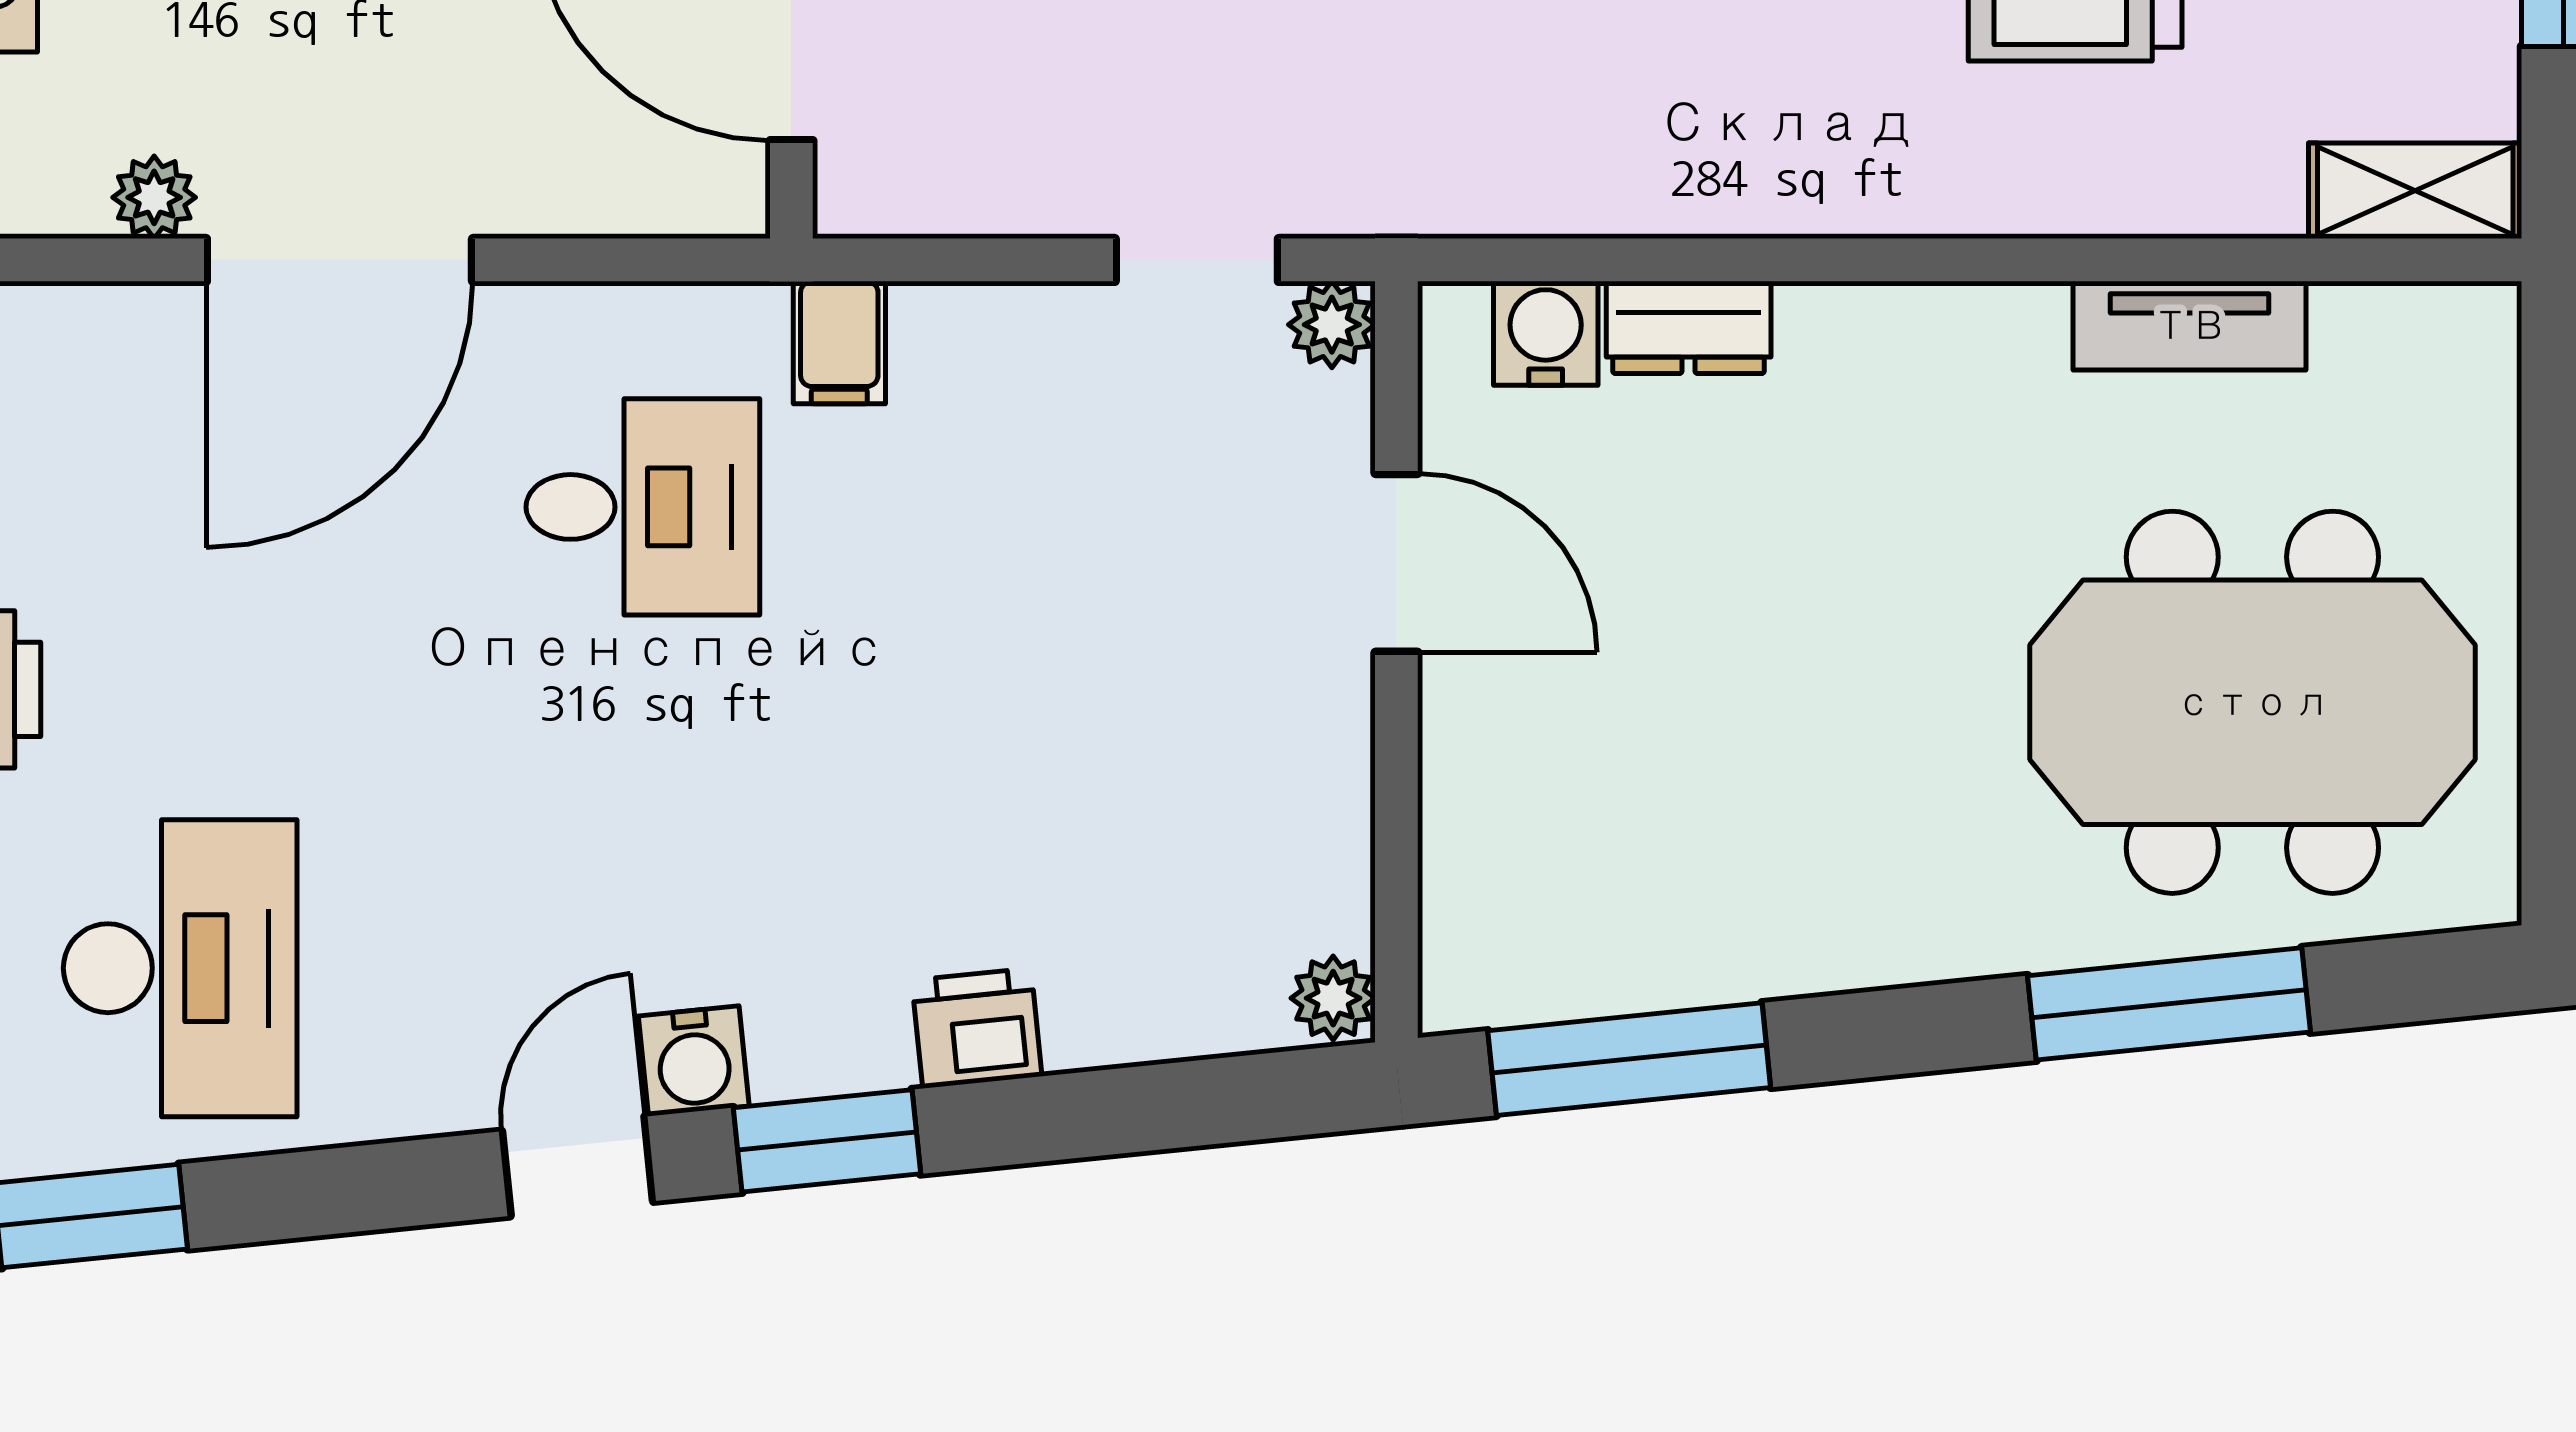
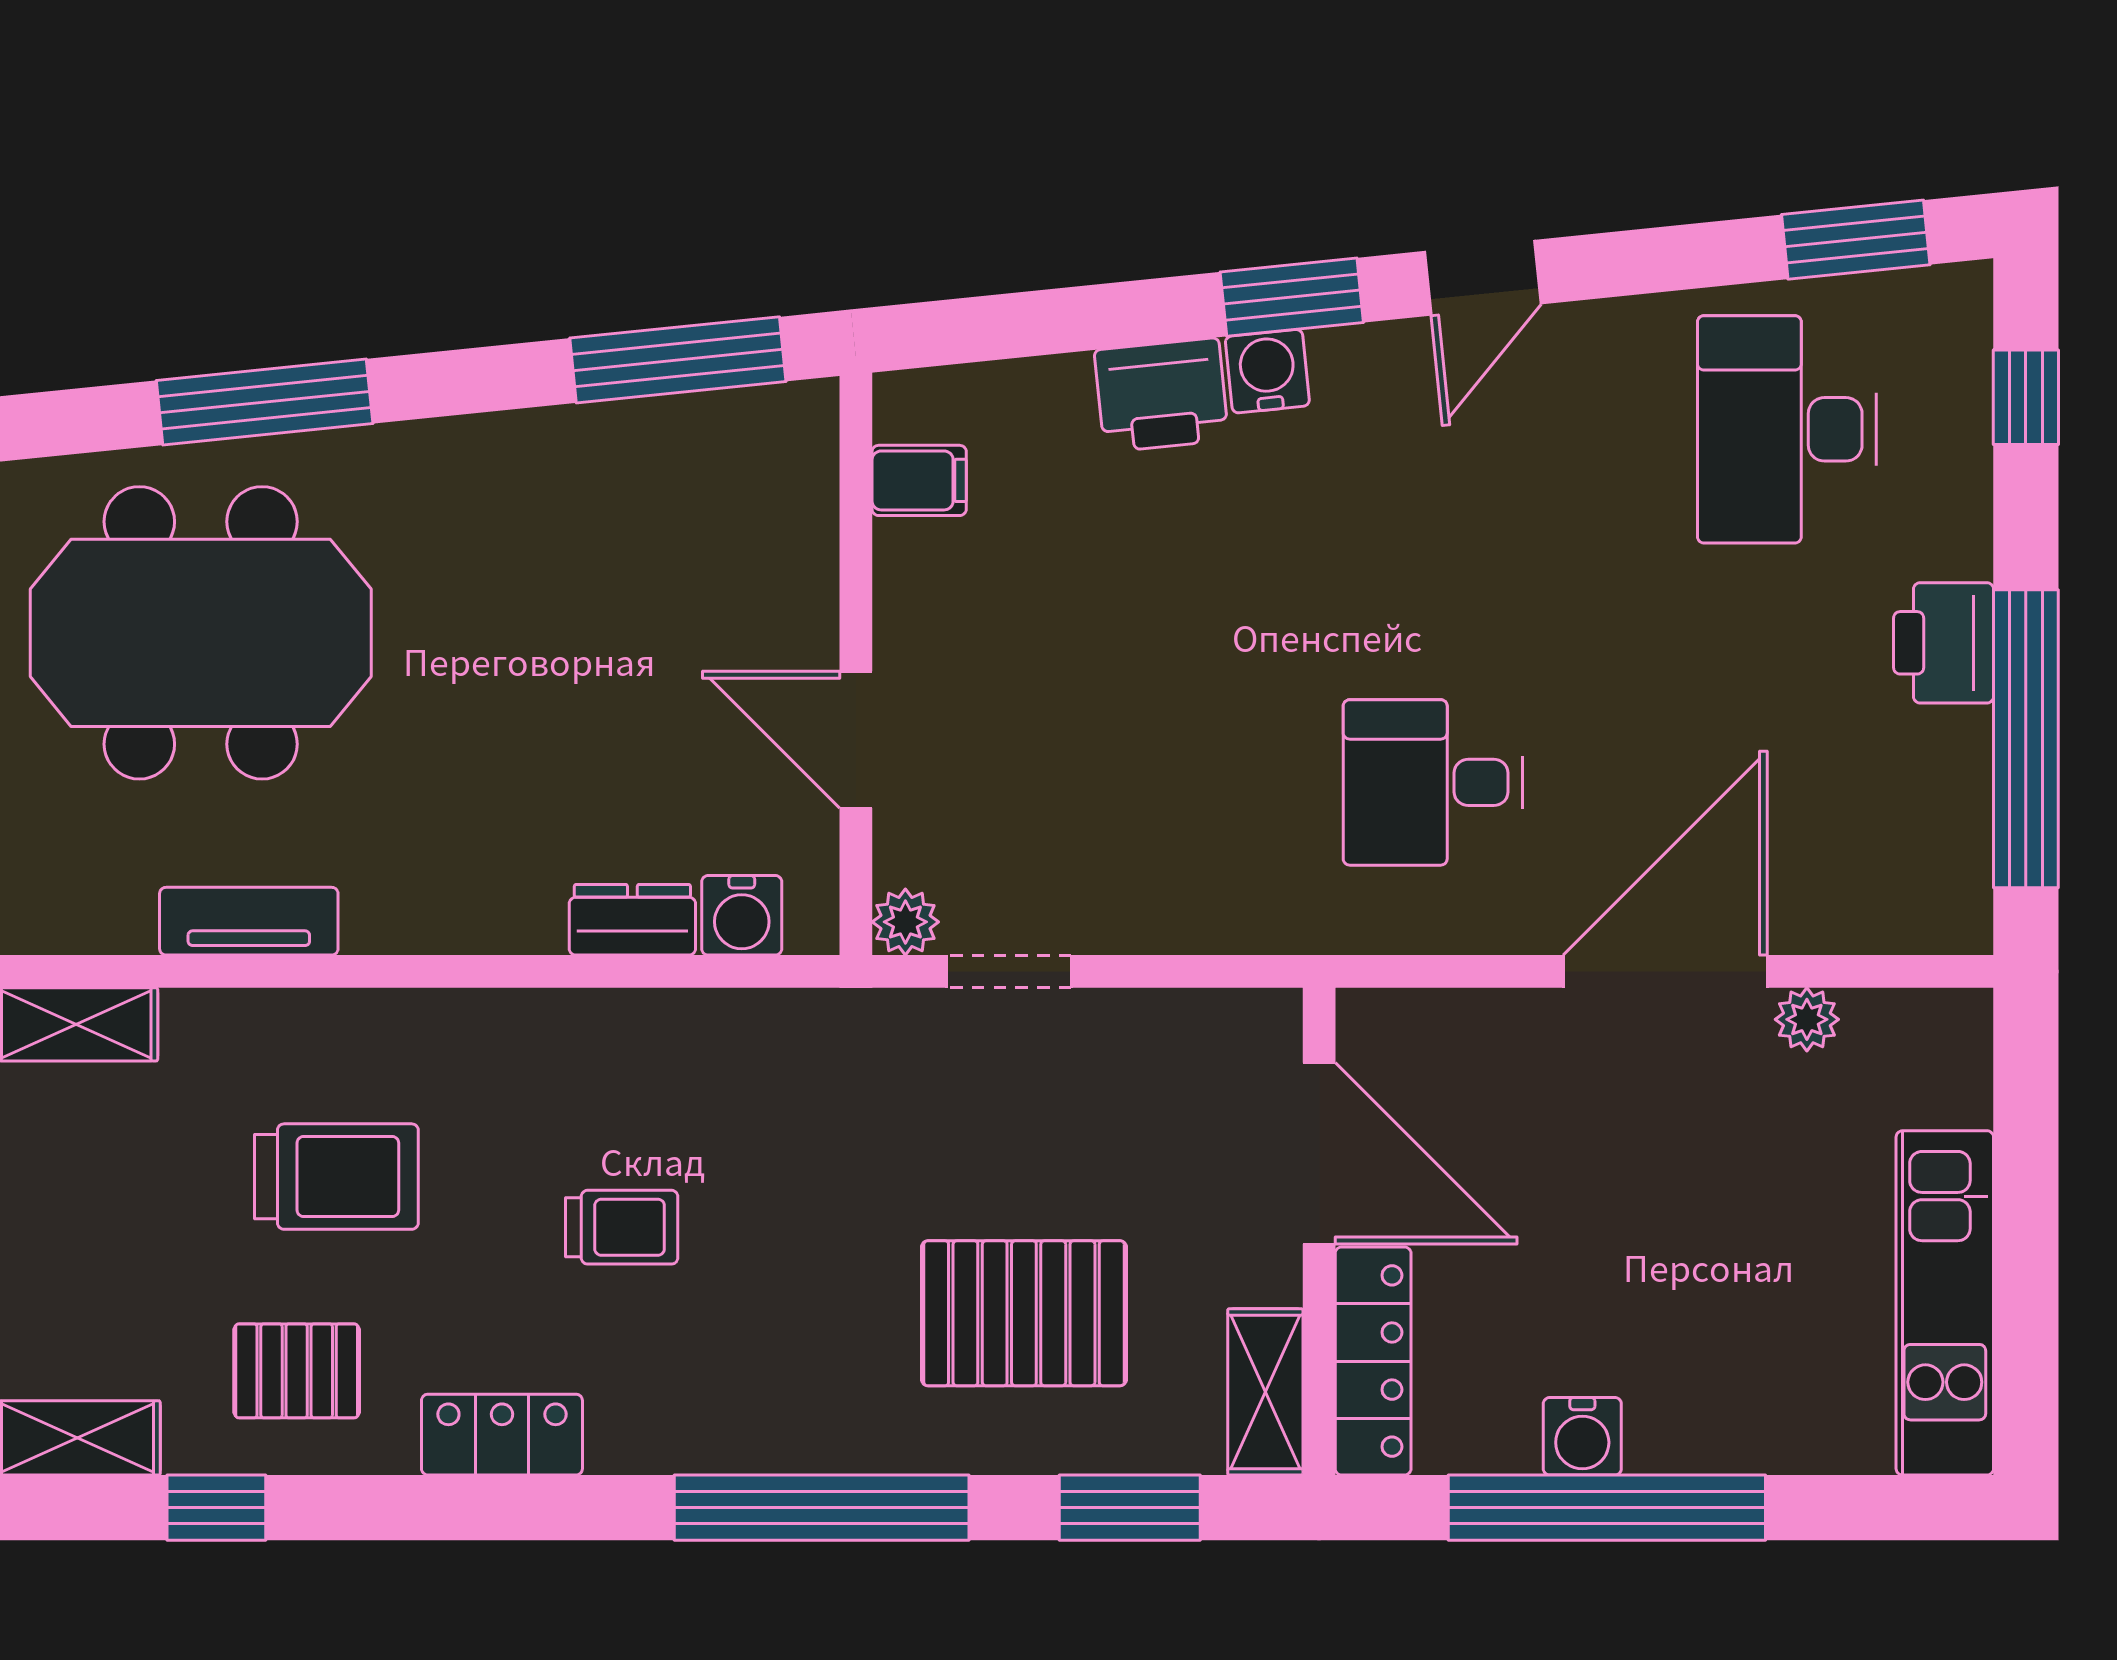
filing cabinet: (839, 343) -> (919, 480), moved, turned 90
plant: (1333, 998) -> (904, 406), removed
printer: (977, 1028) -> (1162, 395), width x1.36, depth x1.24
water cooler: (694, 1061) -> (1267, 371), moved

